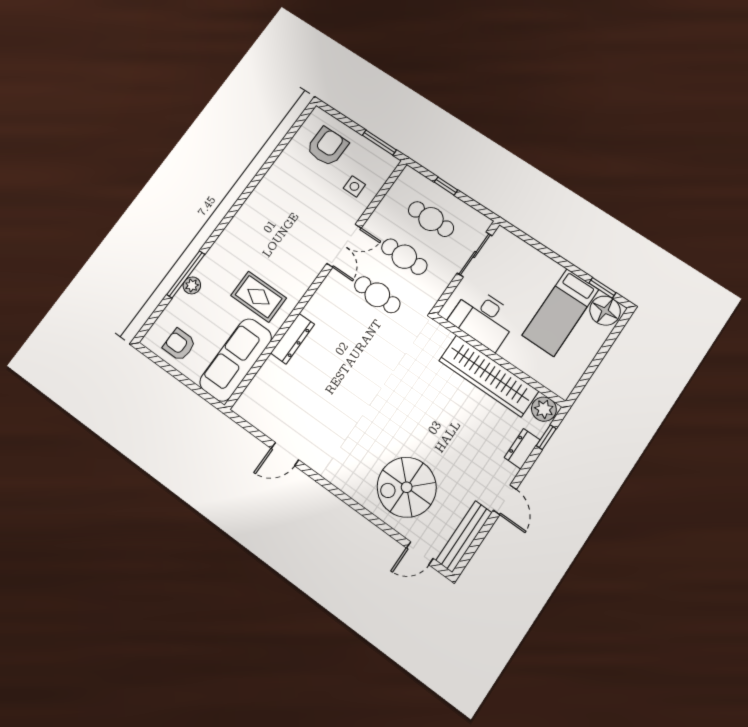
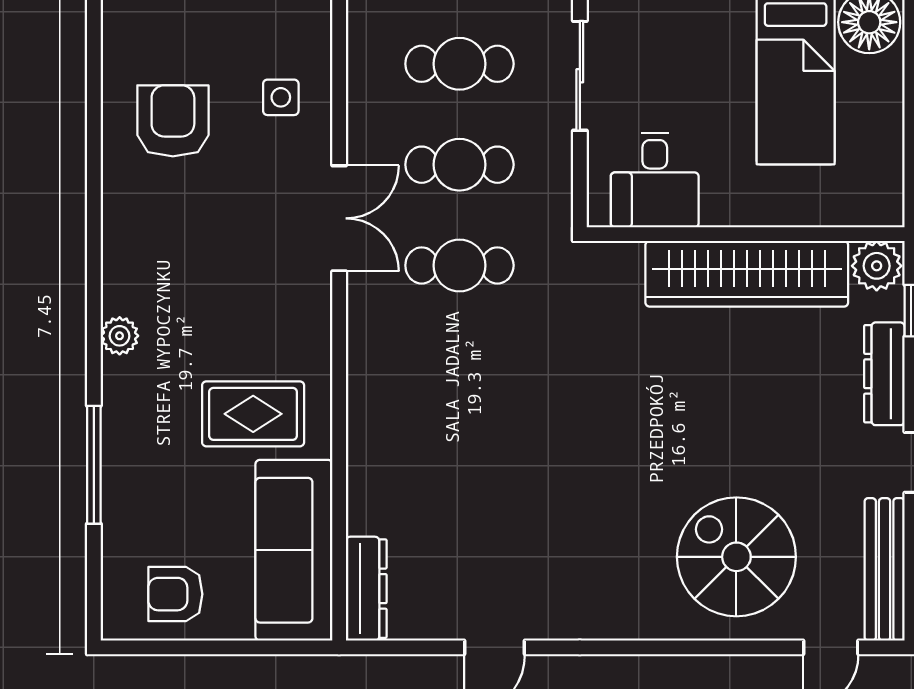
armchair: (327, 147) -> (173, 121), moved
plant: (192, 285) -> (120, 336), moved
desk: (483, 318) -> (655, 180), width x0.73
dresser: (292, 339) -> (366, 589), moved
dresser: (522, 449) -> (884, 374), width x1.44
spiral stairs: (407, 487) -> (736, 557), turned 90

